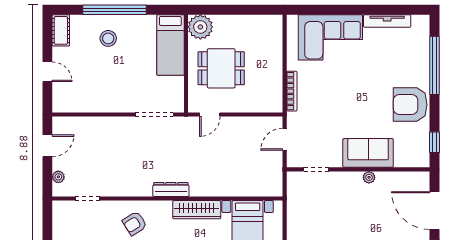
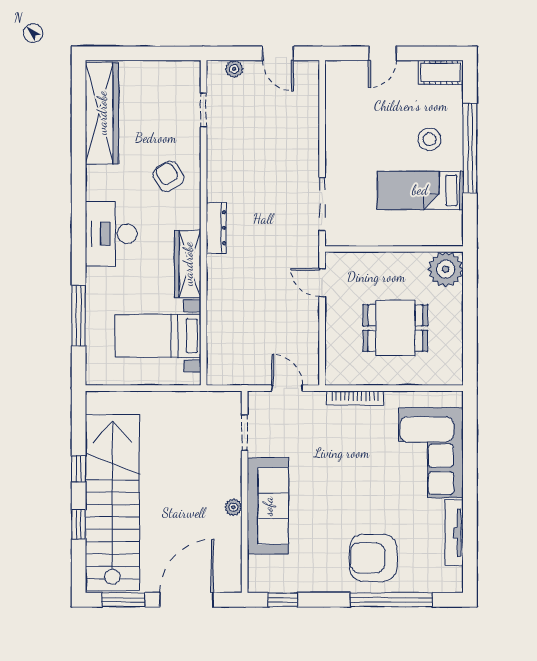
bed: (170, 45) -> (420, 190), moved
dining table: (221, 68) -> (395, 328), moved, turned 90
armchair: (410, 105) -> (373, 558), moved, turned -90
sofa: (368, 153) -> (268, 506), width x1.36

